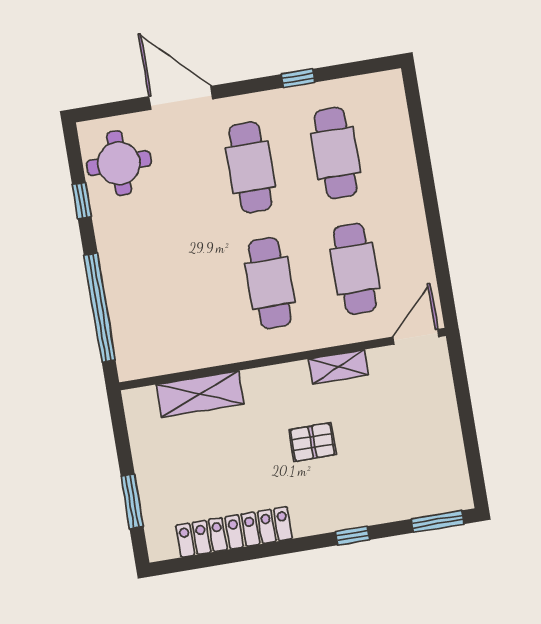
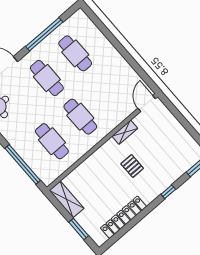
window: (298, 78) -> (44, 34), width x3.17
cafe table: (355, 269) -> (52, 141), moved
shelving: (200, 394) -> (67, 199), moved, turned 90
pallet: (312, 442) -> (132, 166), turned 90

